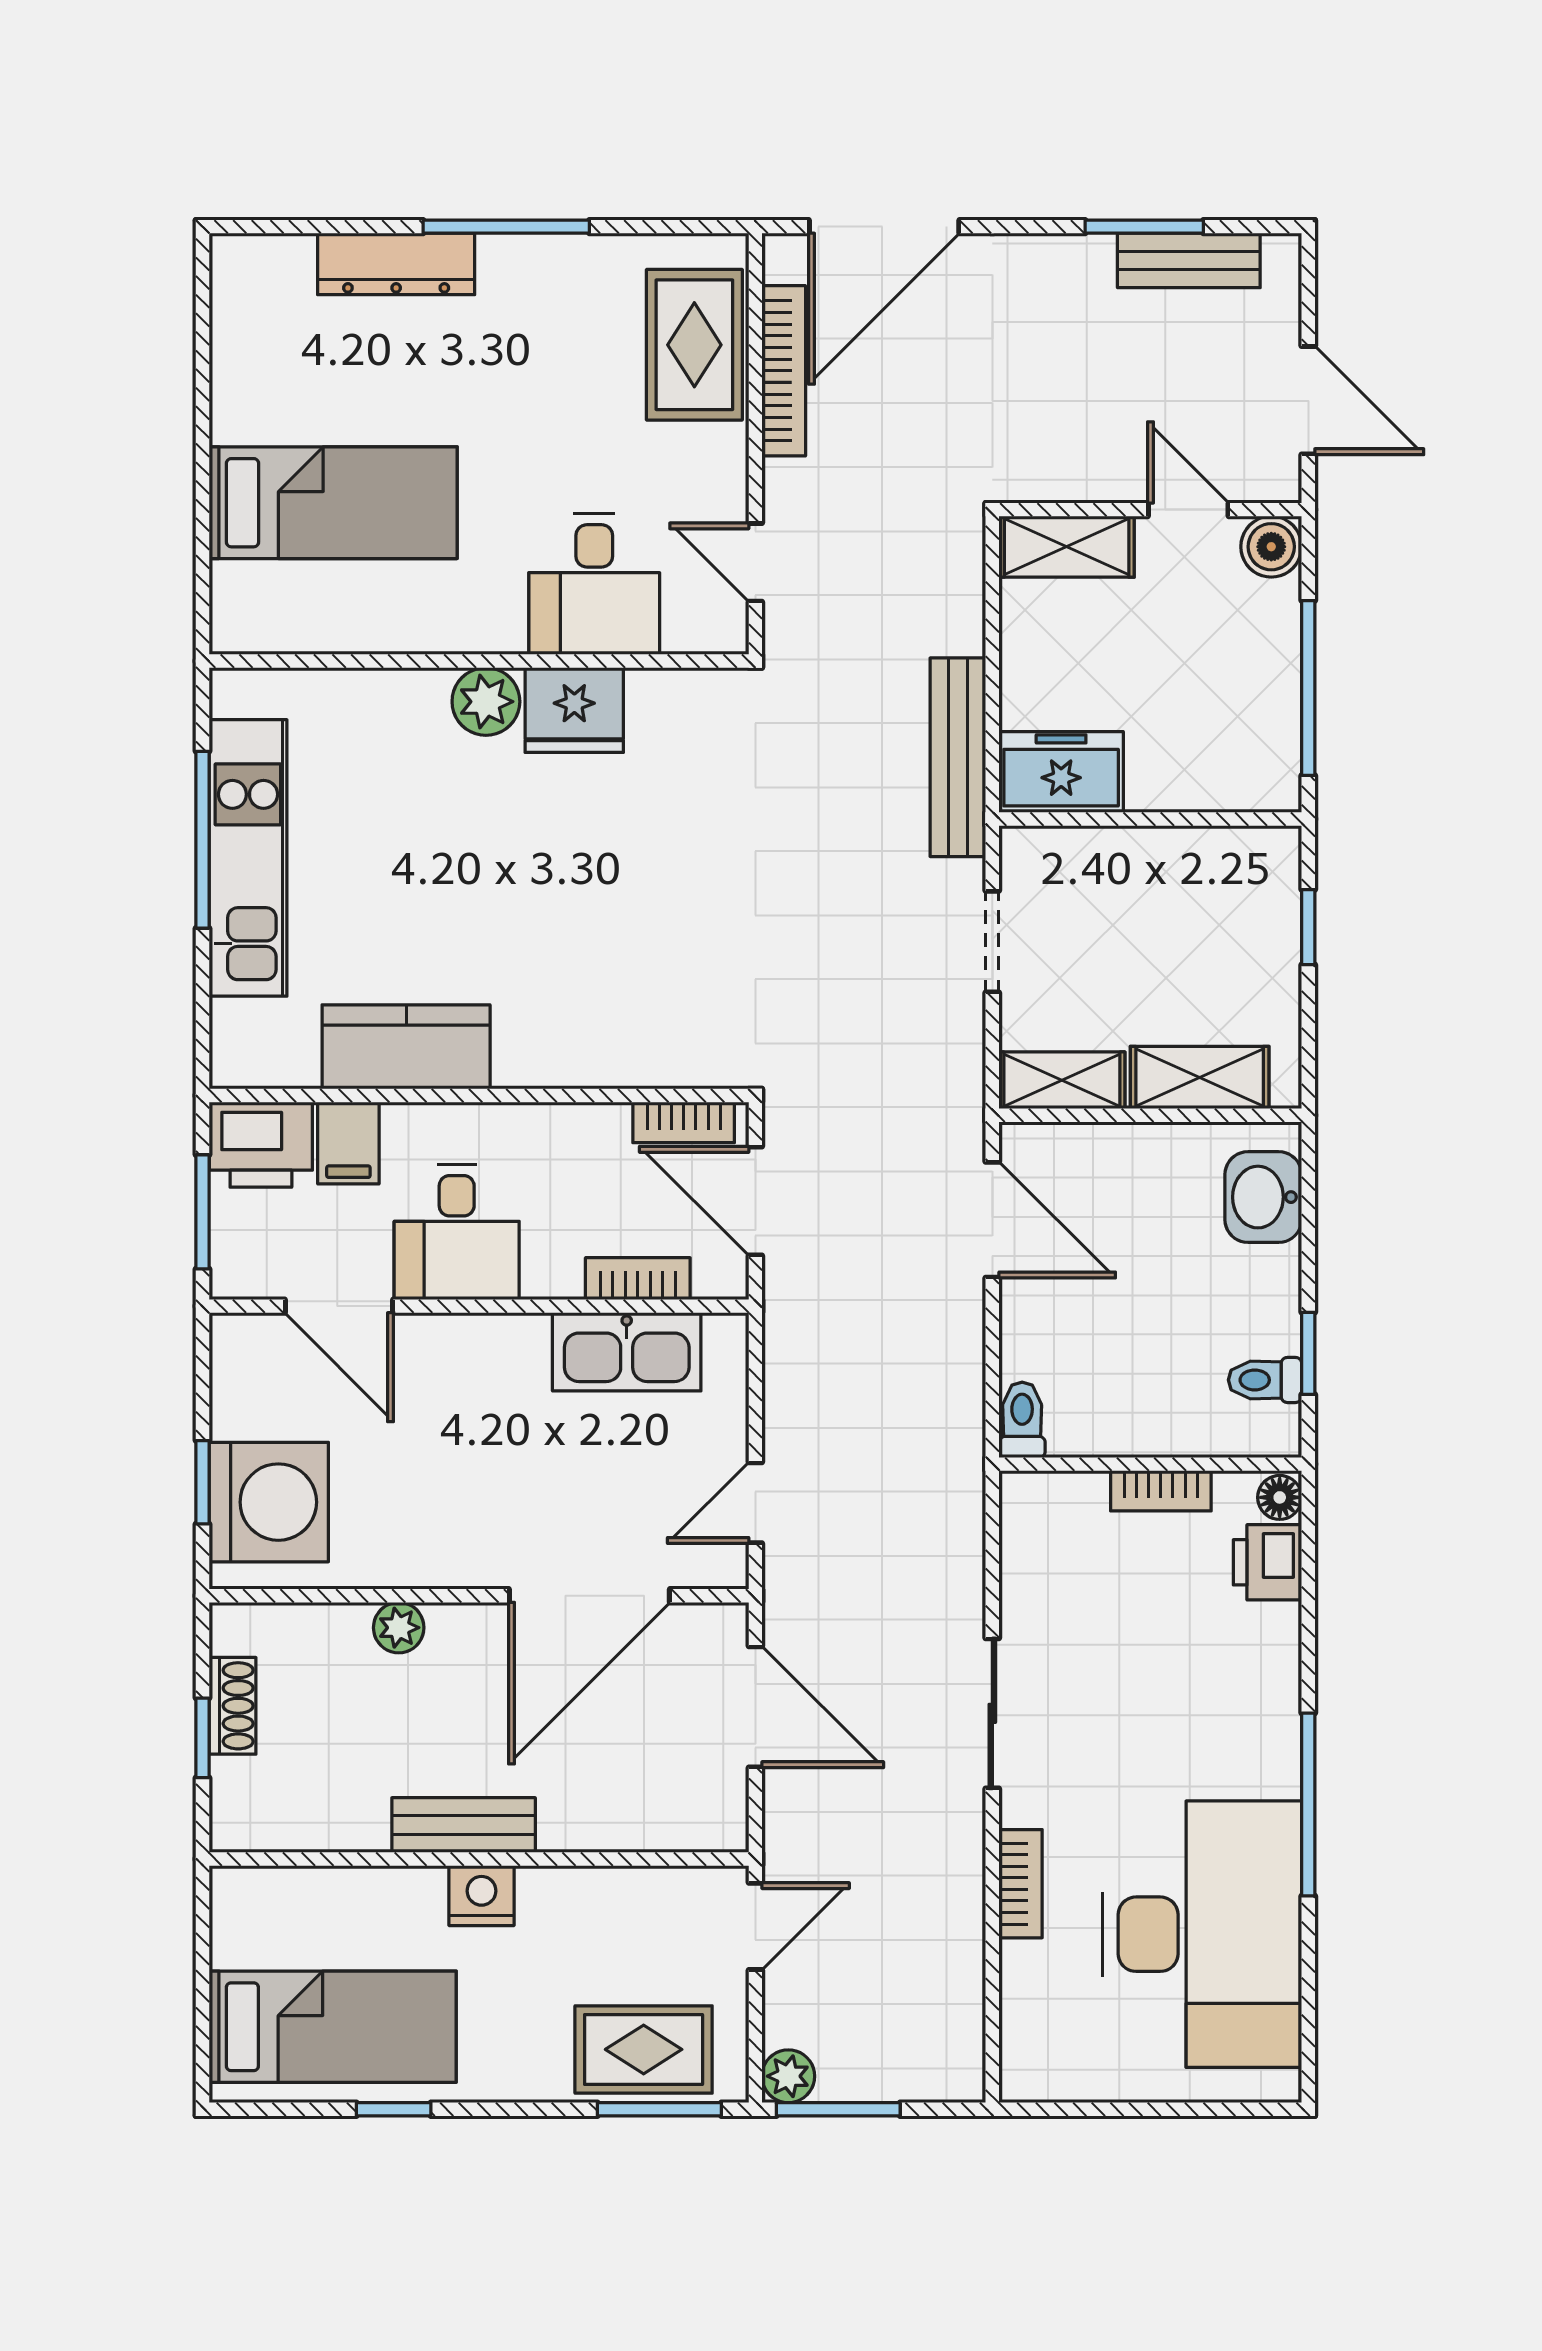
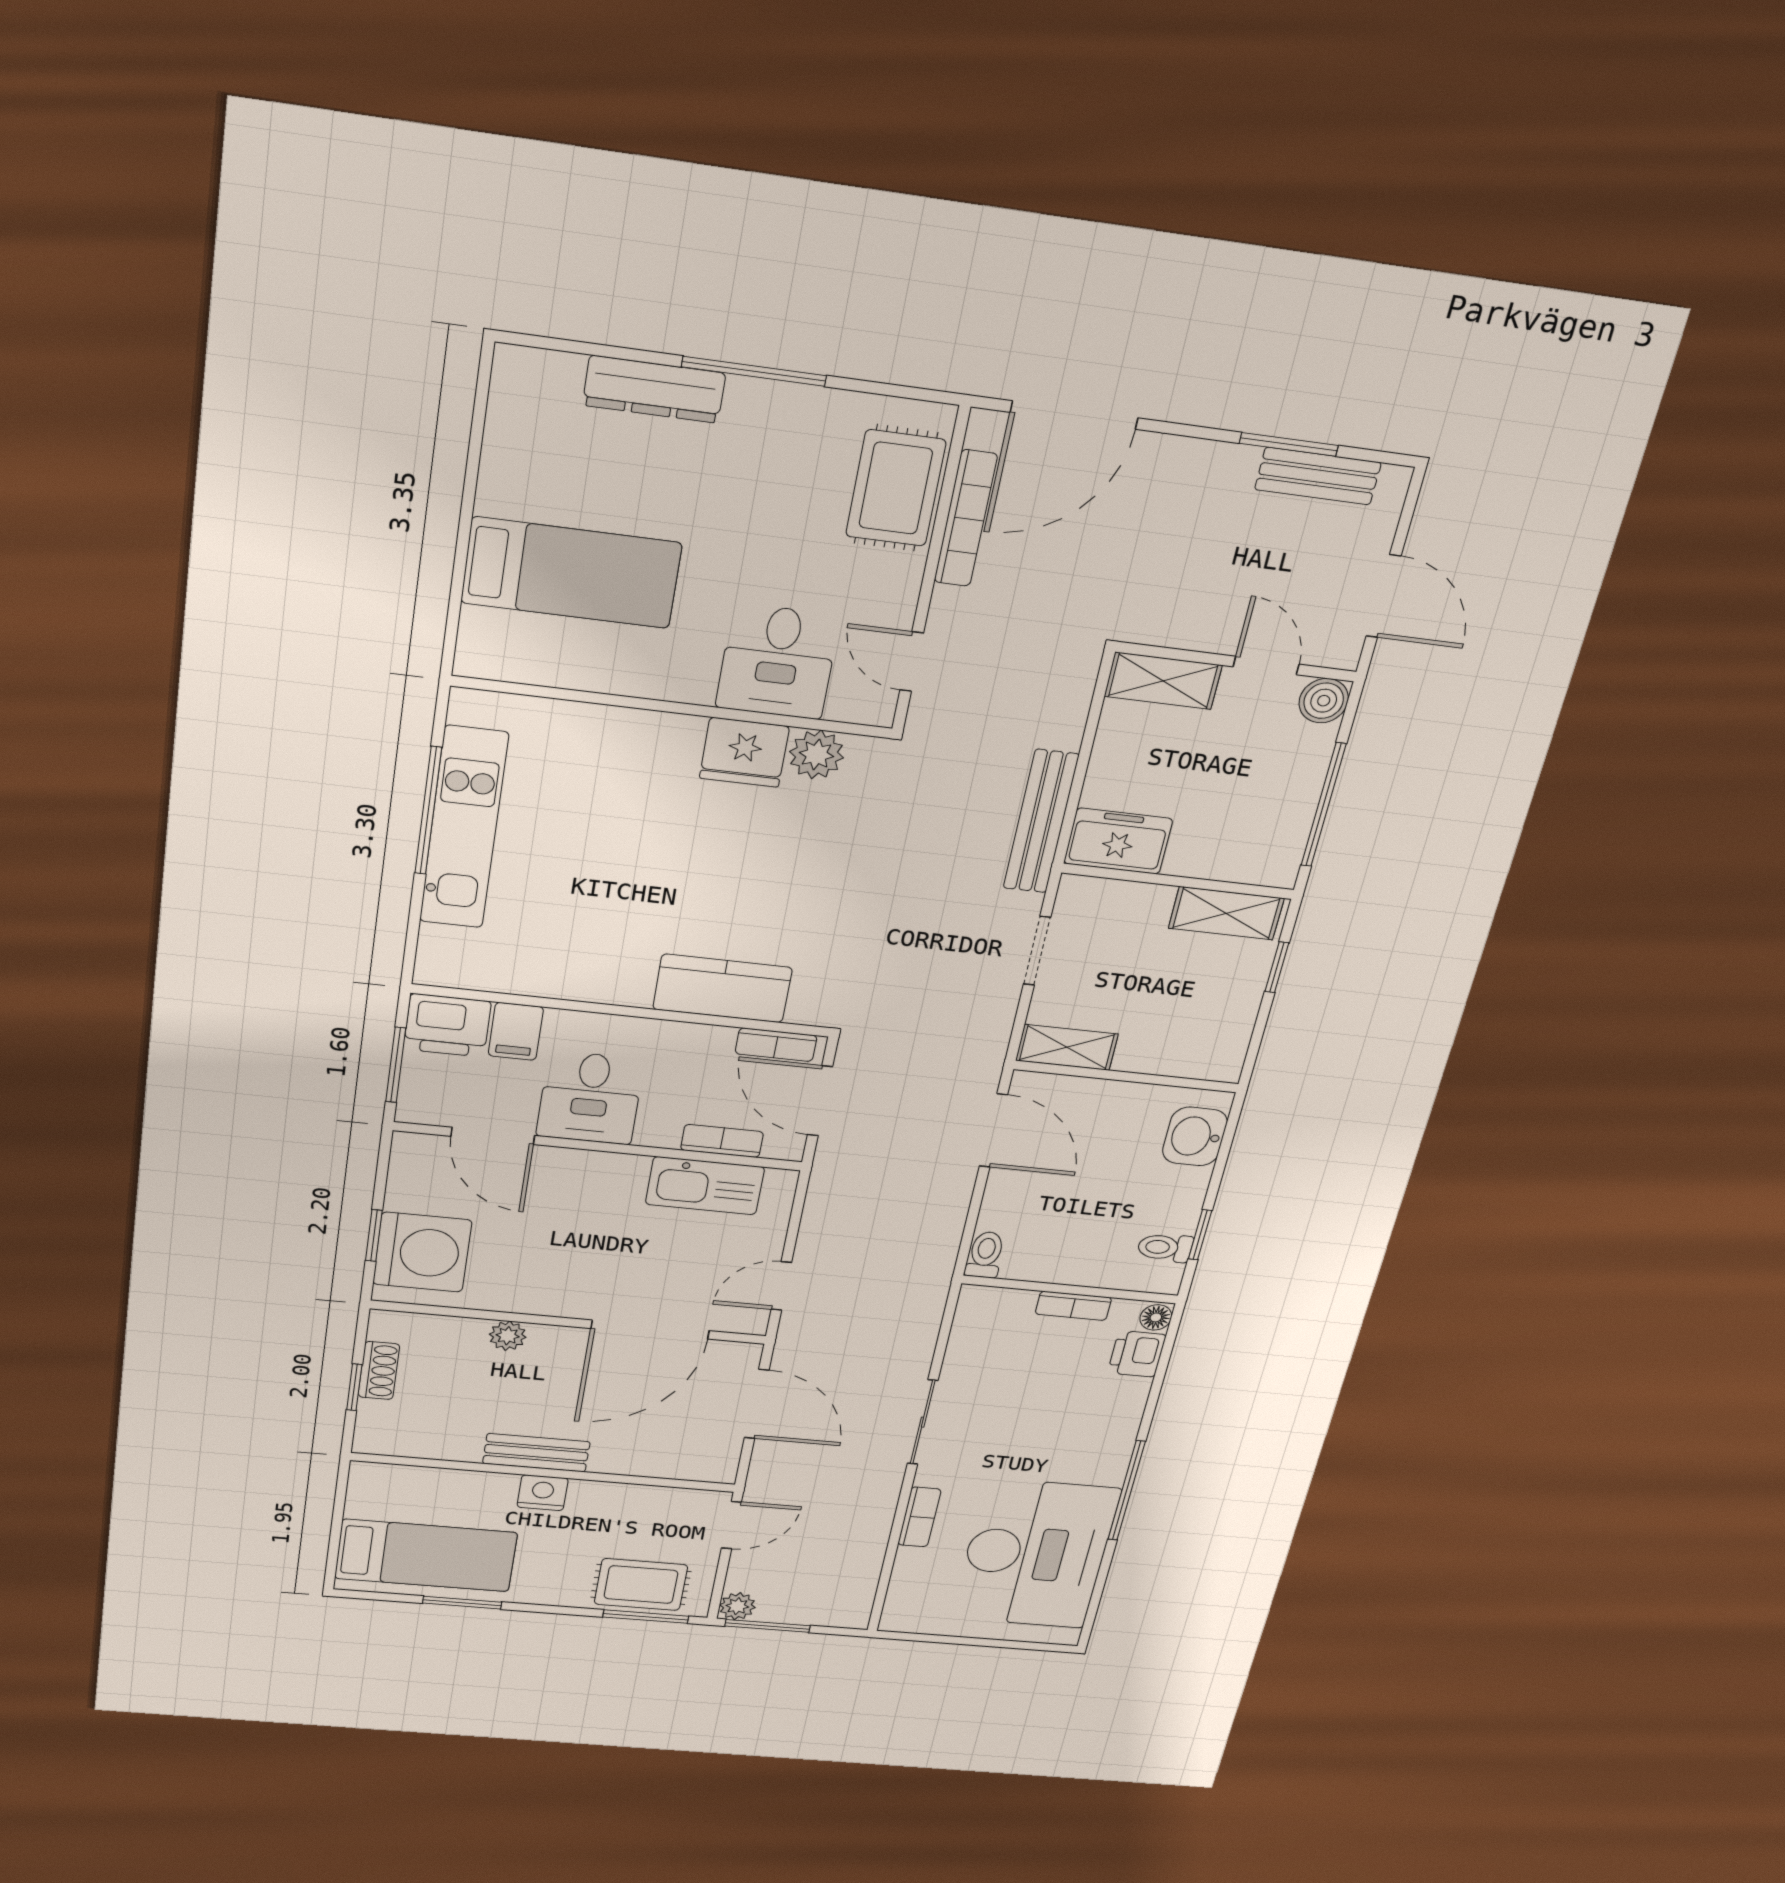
plant: (486, 702) -> (816, 755), moved
kitchen counter: (406, 1047) -> (722, 988), moved
shelving: (1200, 1077) -> (1226, 913), moved
window: (394, 2109) -> (462, 1603), width x1.50

